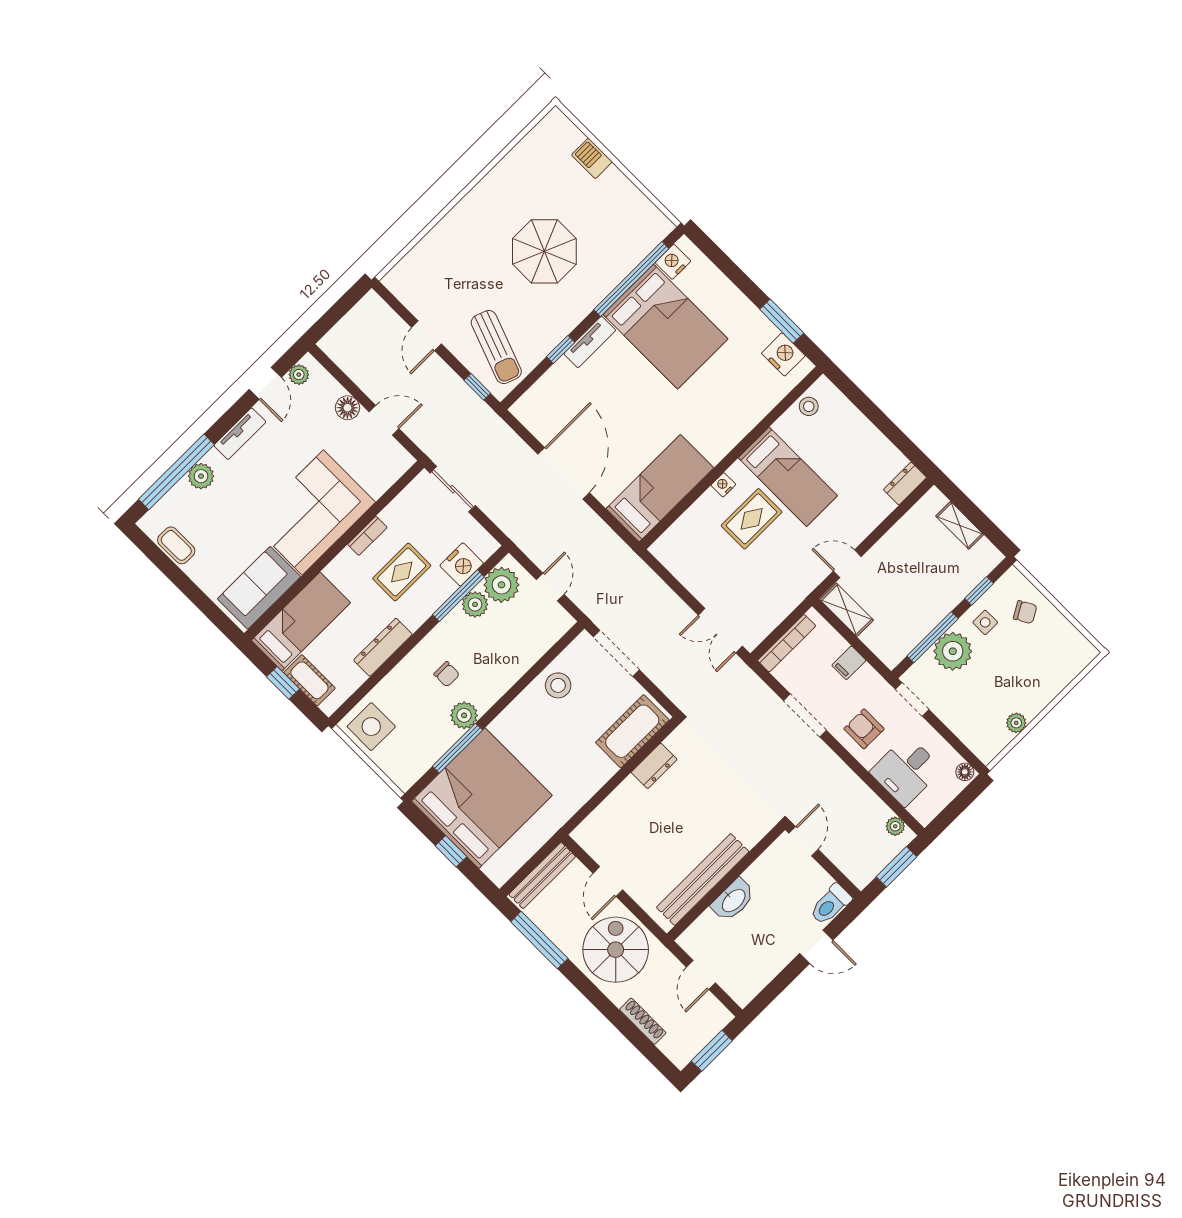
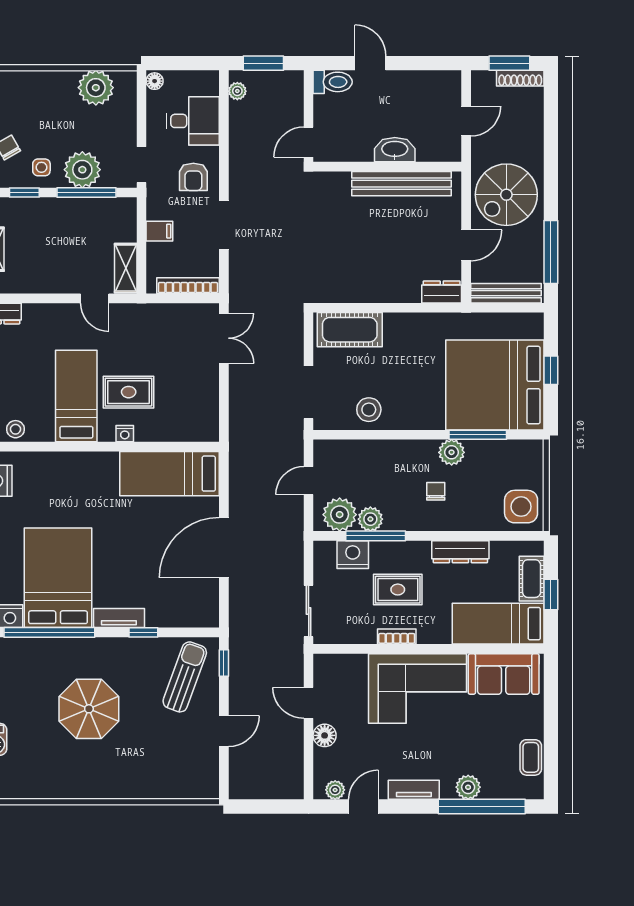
plant: (1016, 723) -> (96, 88), width x1.88, depth x1.88
dresser: (654, 766) -> (442, 292), moved
shoe rack: (643, 1021) -> (520, 78), moved, turned -90

